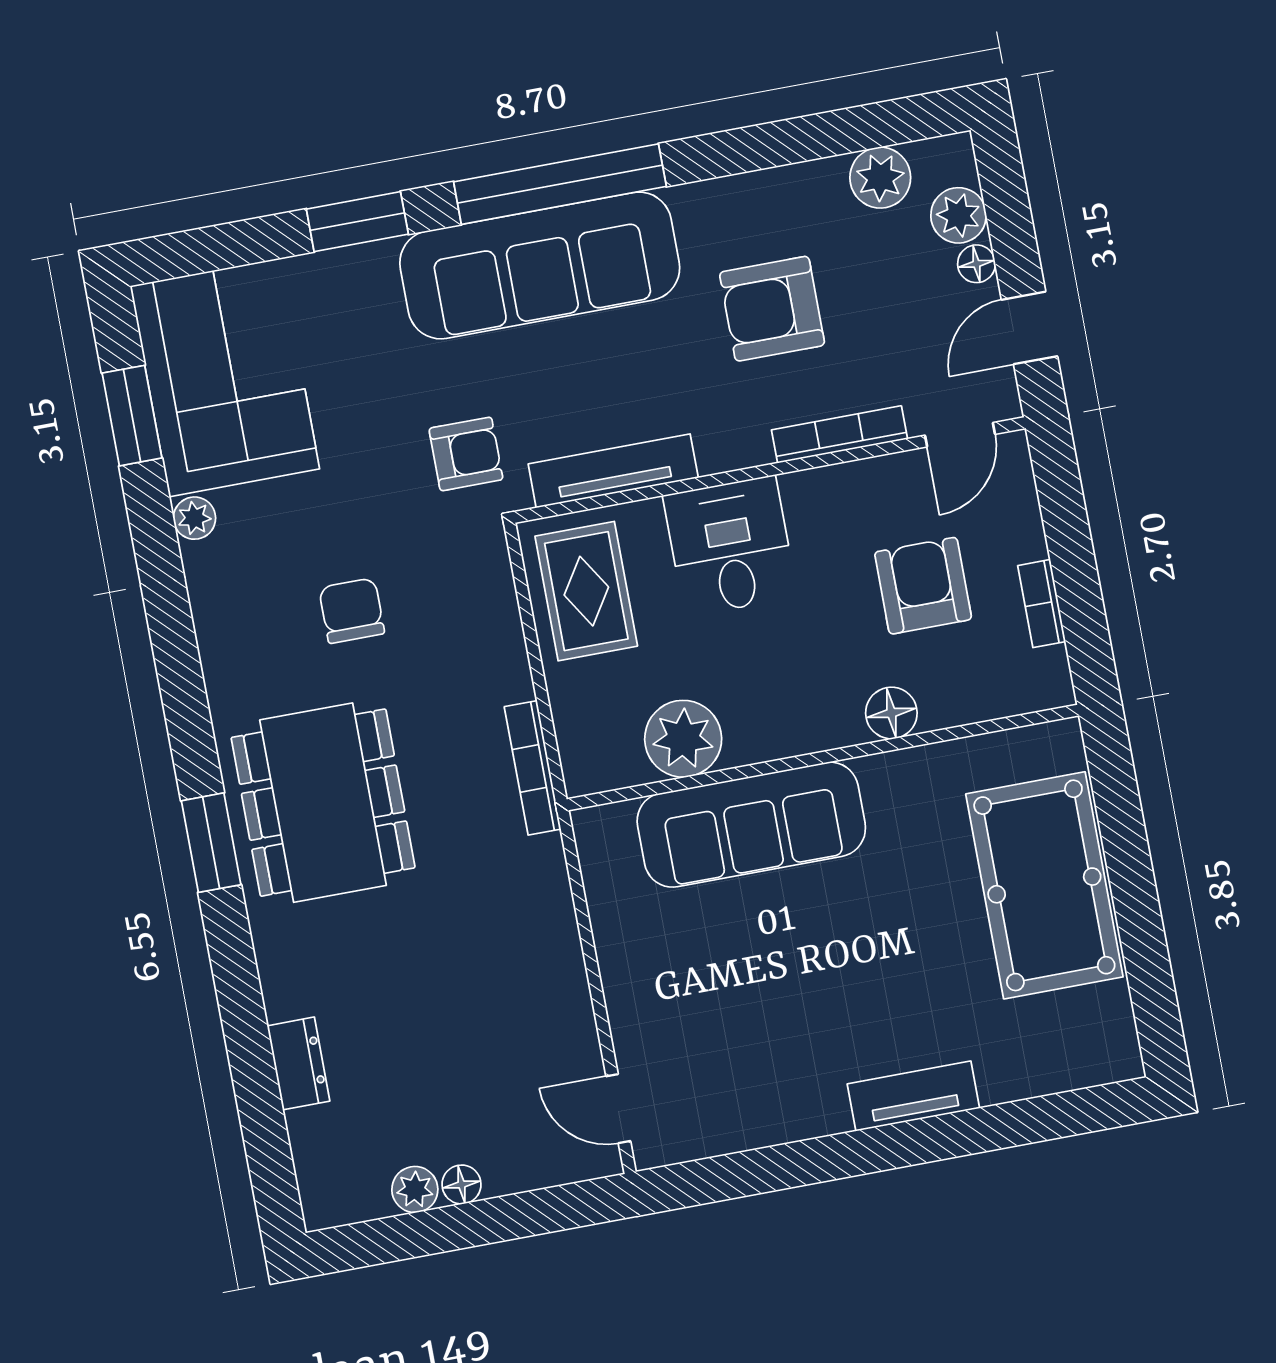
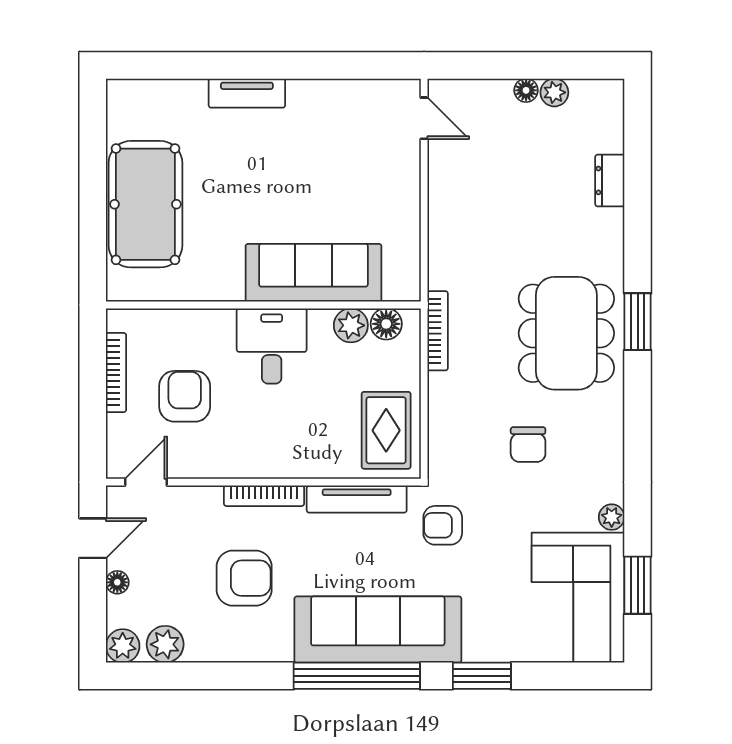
plant: (958, 215) -> (123, 646), moved
bookcase: (839, 434) -> (264, 496), moved
desk: (730, 546) -> (272, 346), moved, turned 180
armchair: (923, 586) -> (185, 396), turned 180
bookcase: (1042, 604) -> (116, 373), width x1.56
floor lamp: (891, 713) -> (386, 324), moved
plant: (683, 739) -> (351, 325), width x0.73, depth x0.73

